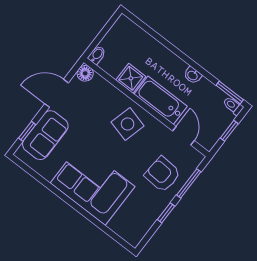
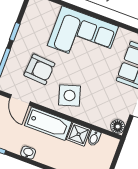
bidet: (97, 55) -> (94, 138), moved
side table: (128, 124) -> (70, 95), turned -32
armchair: (162, 174) -> (39, 69), moved

